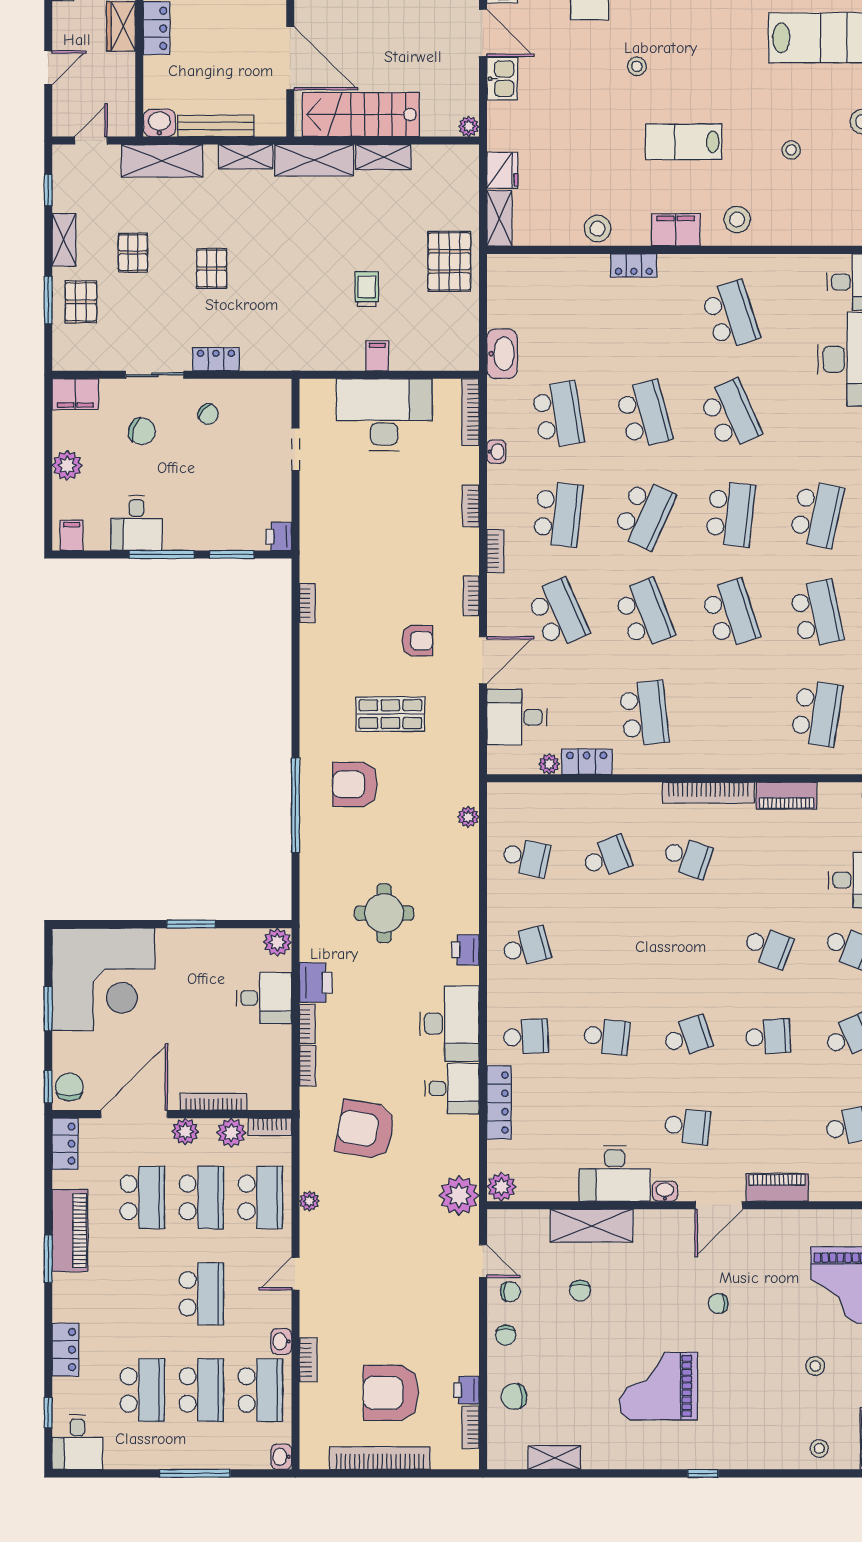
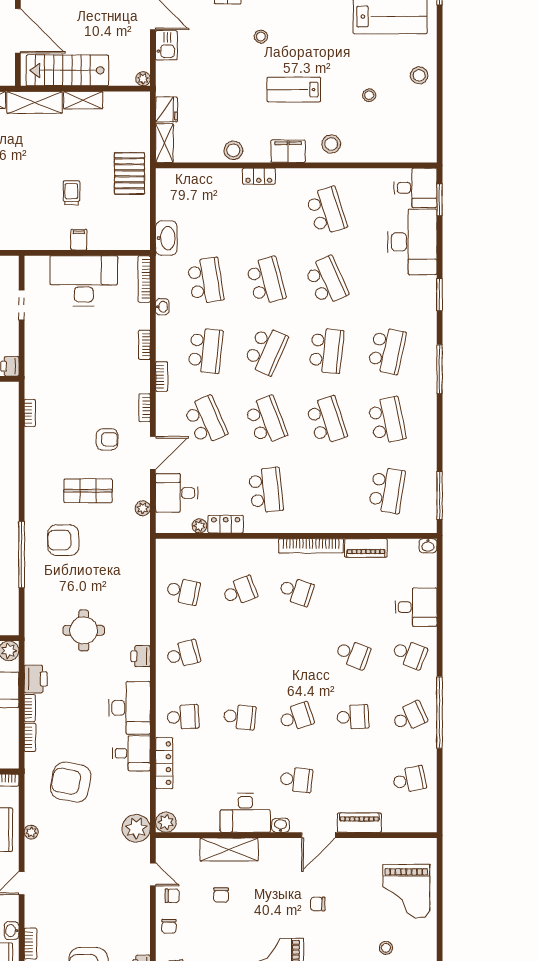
plant: (468, 817) -> (143, 508), moved

